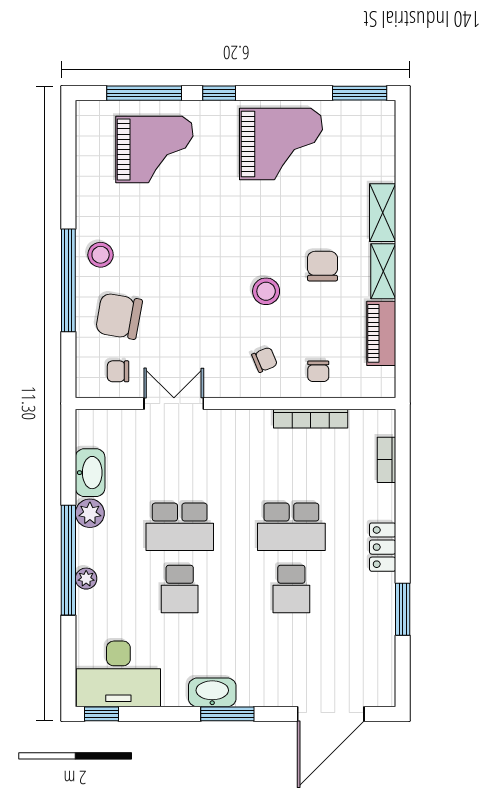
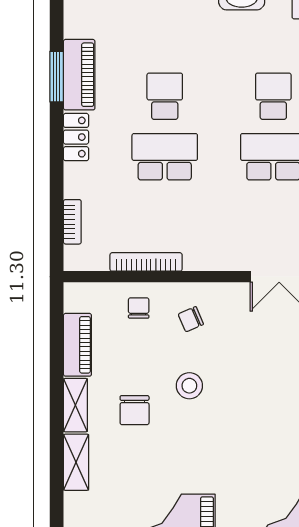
piano: (379, 611) -> (79, 75), added

